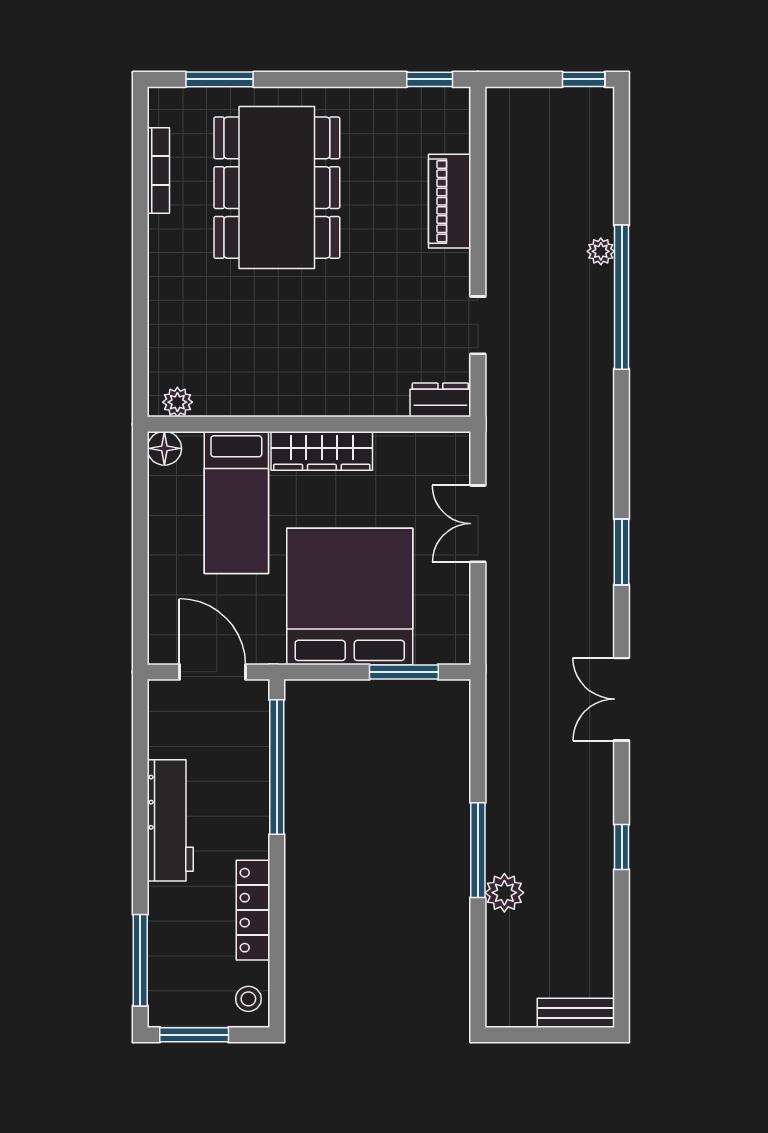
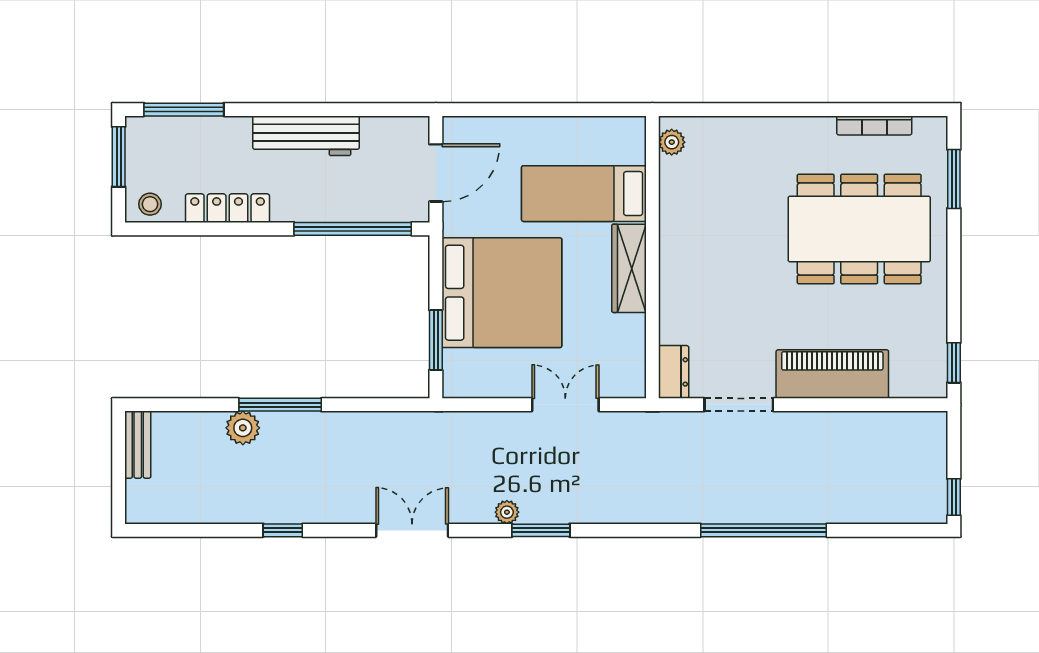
piano: (450, 201) -> (832, 374), width x1.37, depth x1.33
plant: (601, 251) -> (507, 512), moved
doorway: (478, 325) -> (739, 405), width x1.38
floor lamp: (164, 448) -> (631, 131), removed
bench: (576, 1013) -> (138, 445), moved

